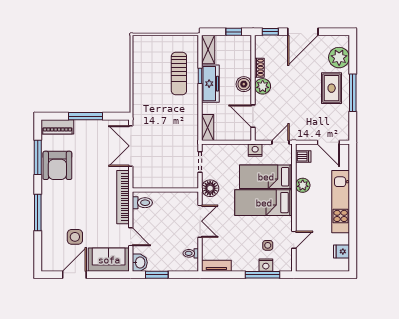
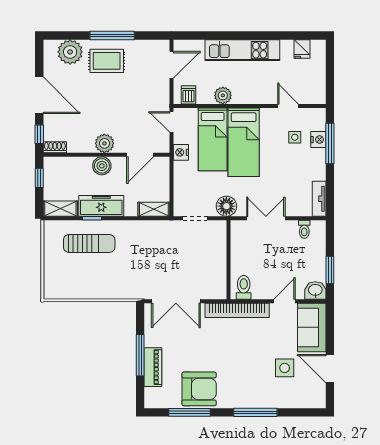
shoe rack: (259, 68) -> (55, 147), moved
piano: (57, 127) -> (153, 367), moved

